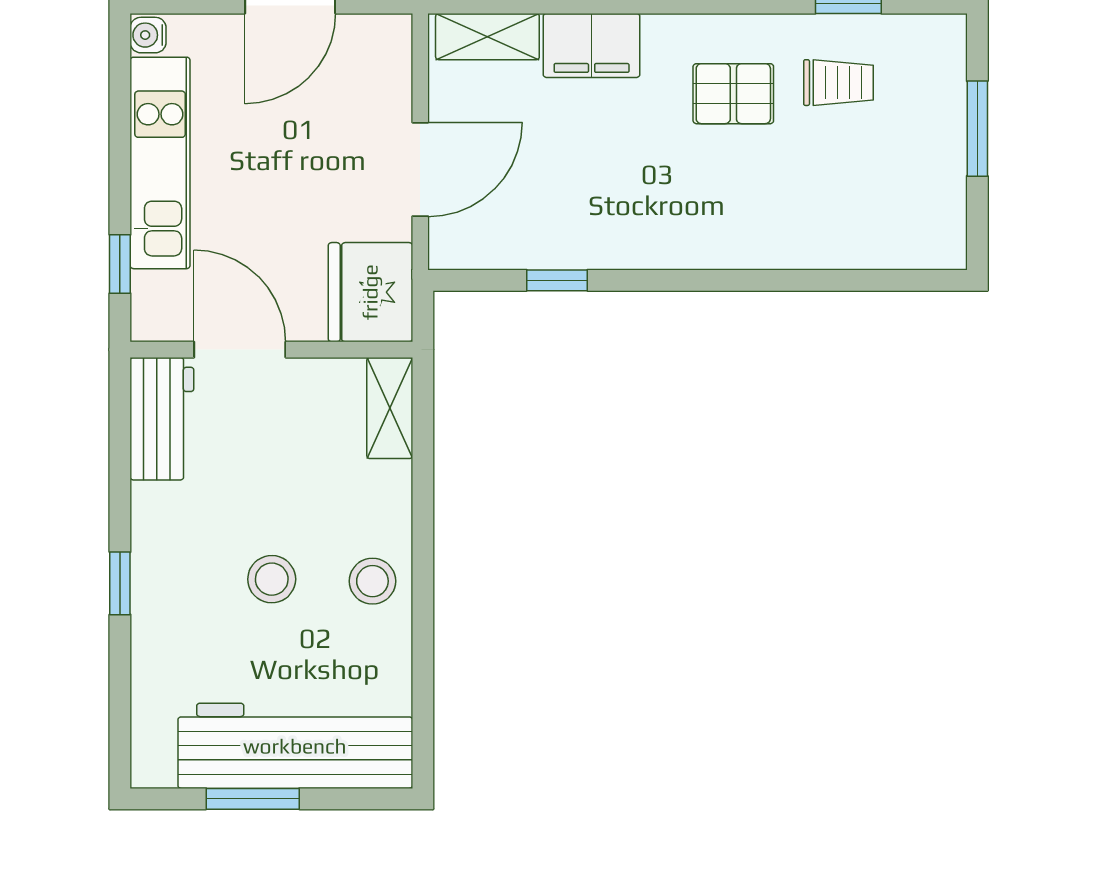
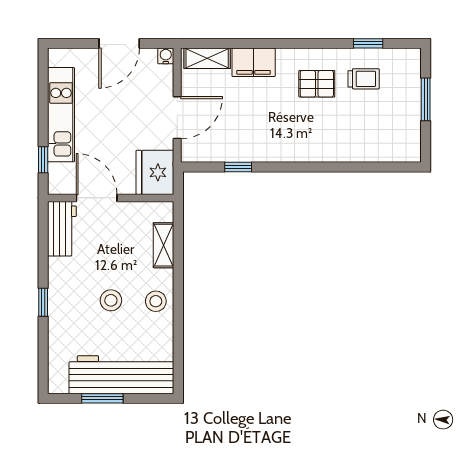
water cooler: (148, 35) -> (166, 56), moved, turned 90
shelving: (390, 408) -> (164, 245), moved

